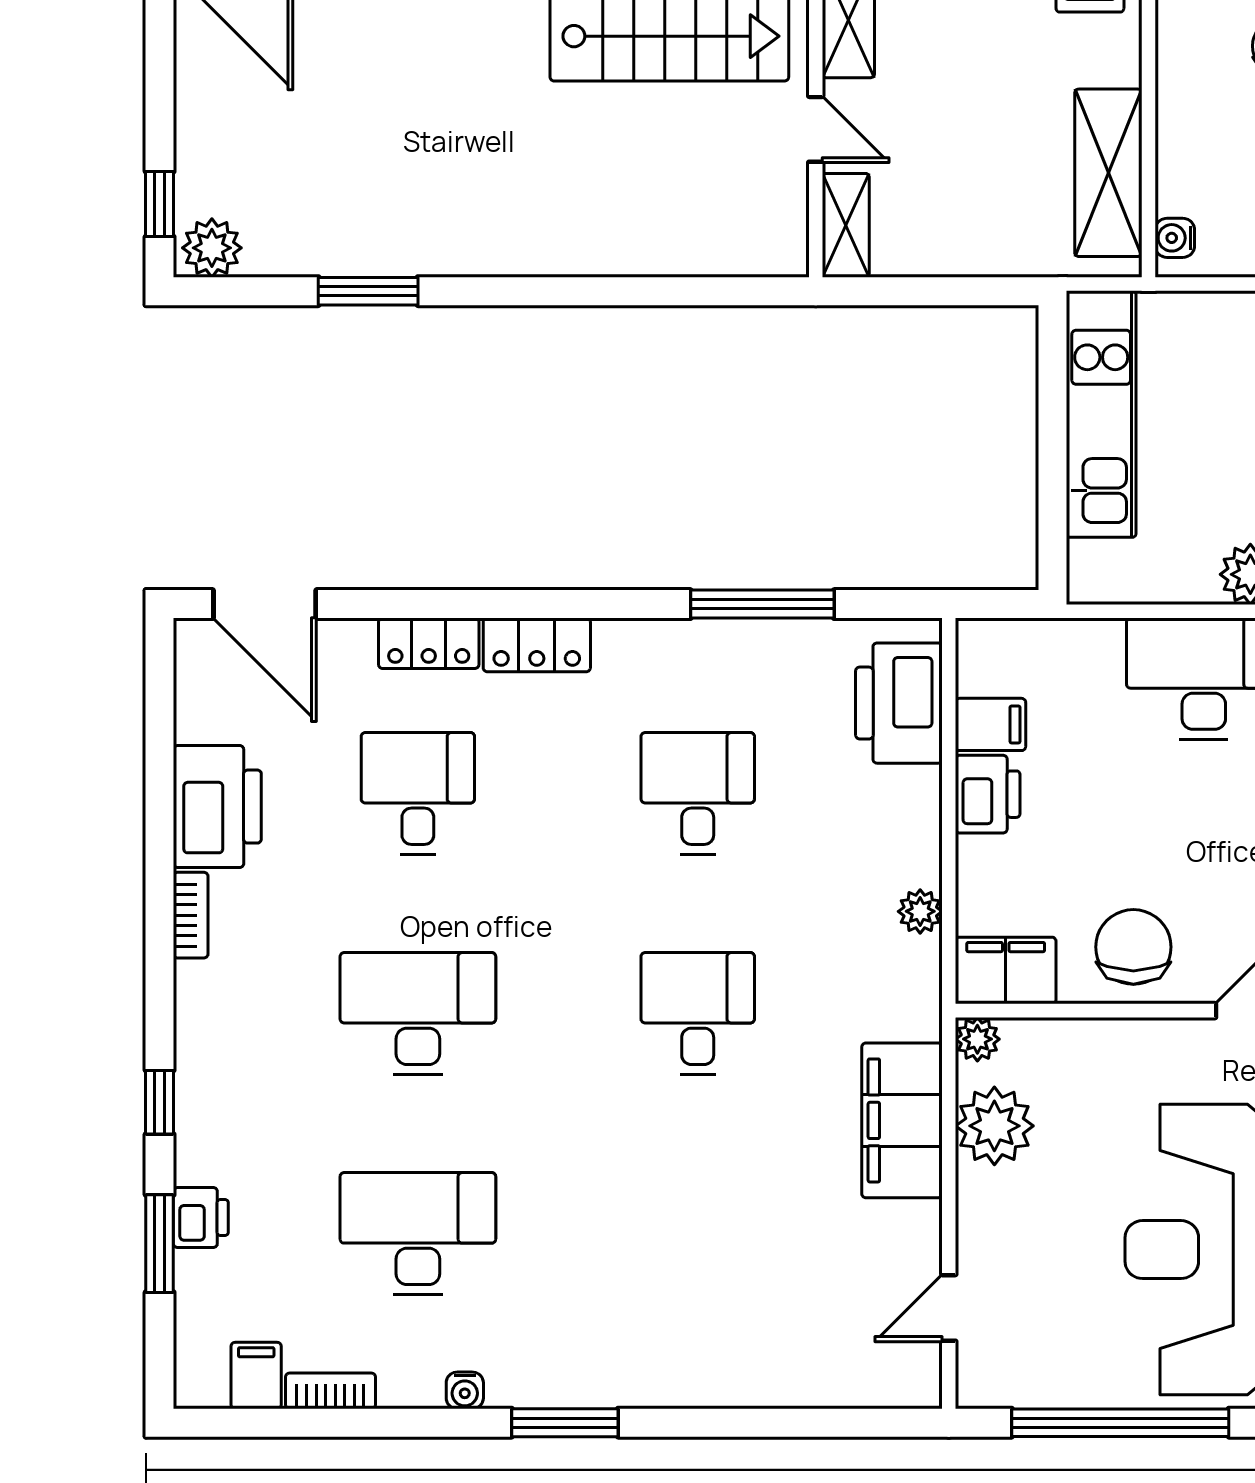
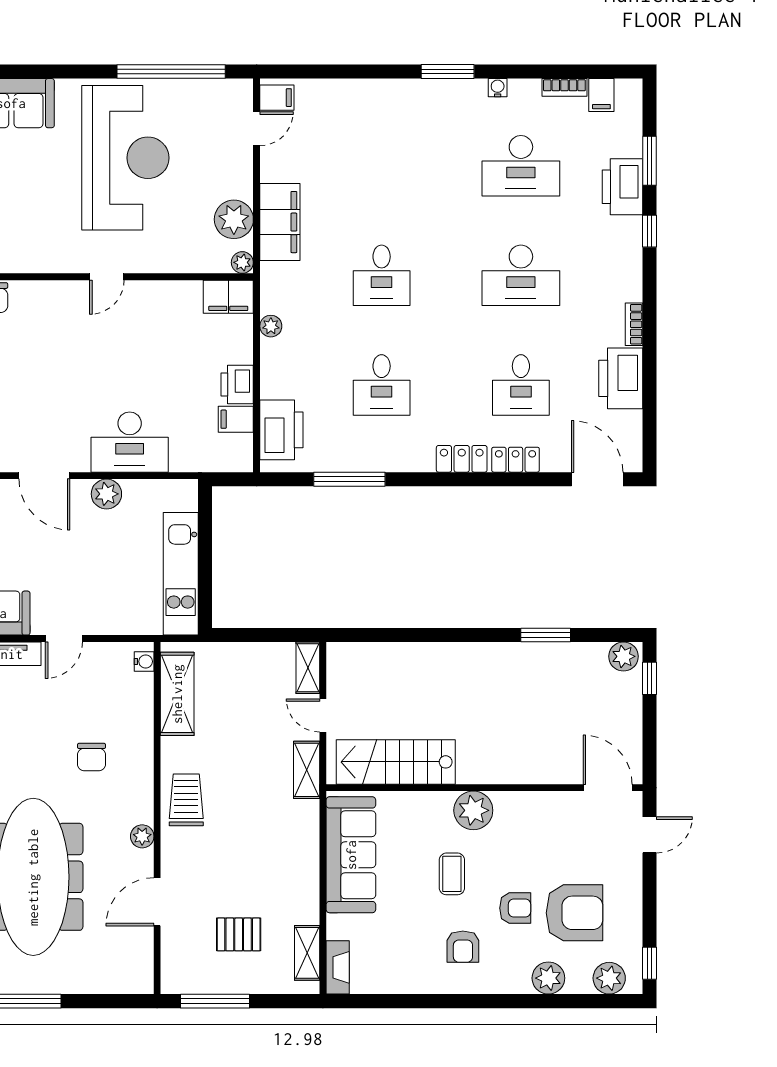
chair: (1133, 947) -> (165, 308), removed
printer: (201, 1217) -> (622, 187), width x1.87, depth x1.48
filing cabinet: (908, 1371) -> (277, 98), added

